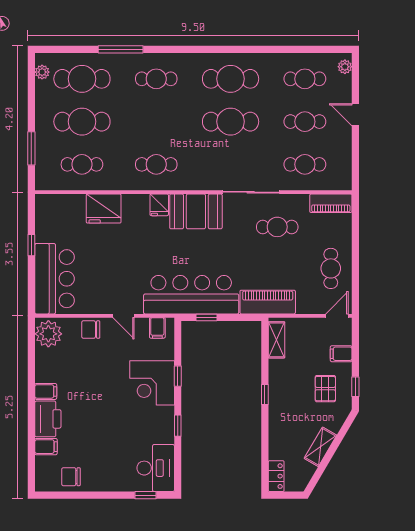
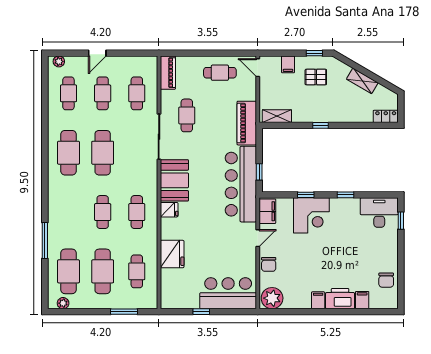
cafe table: (156, 79) -> (103, 212), moved
filing cabinet: (157, 328) -> (267, 211), width x2.00

